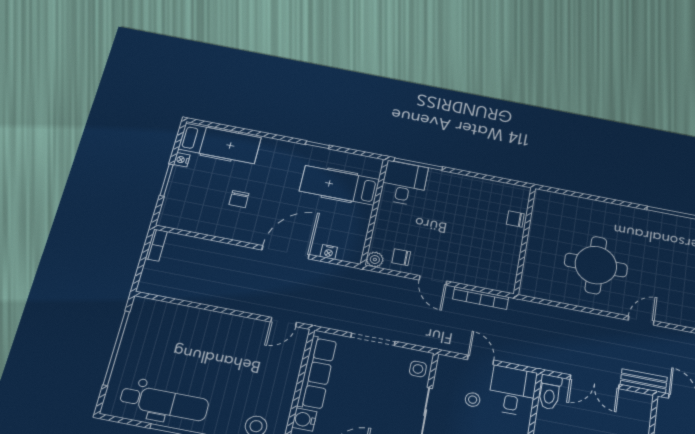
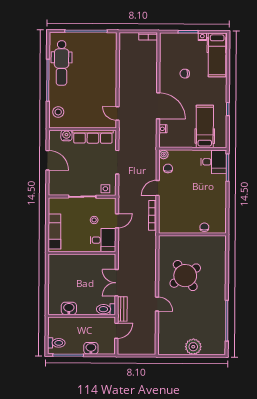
round table: (596, 265) -> (185, 276), turned -35
toilet: (550, 392) -> (106, 309), moved

